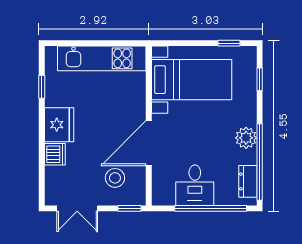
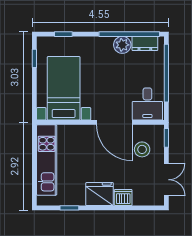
plant: (246, 138) -> (122, 45), moved
desk: (195, 185) -> (147, 104), moved, turned 90

